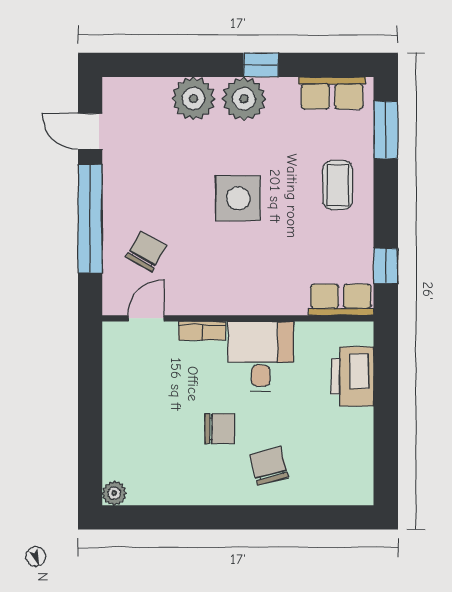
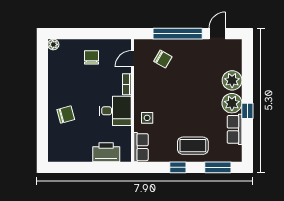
row of seats: (332, 93) -> (235, 129), moved
coffee table: (338, 185) -> (193, 146), width x1.36, depth x1.30
side table: (238, 198) -> (147, 118), moved, width x0.54, depth x0.54
window: (386, 266) -> (178, 167), moved
door: (146, 318) -> (133, 59), swing flipped
chair: (220, 429) -> (92, 57), moved, turned 180

